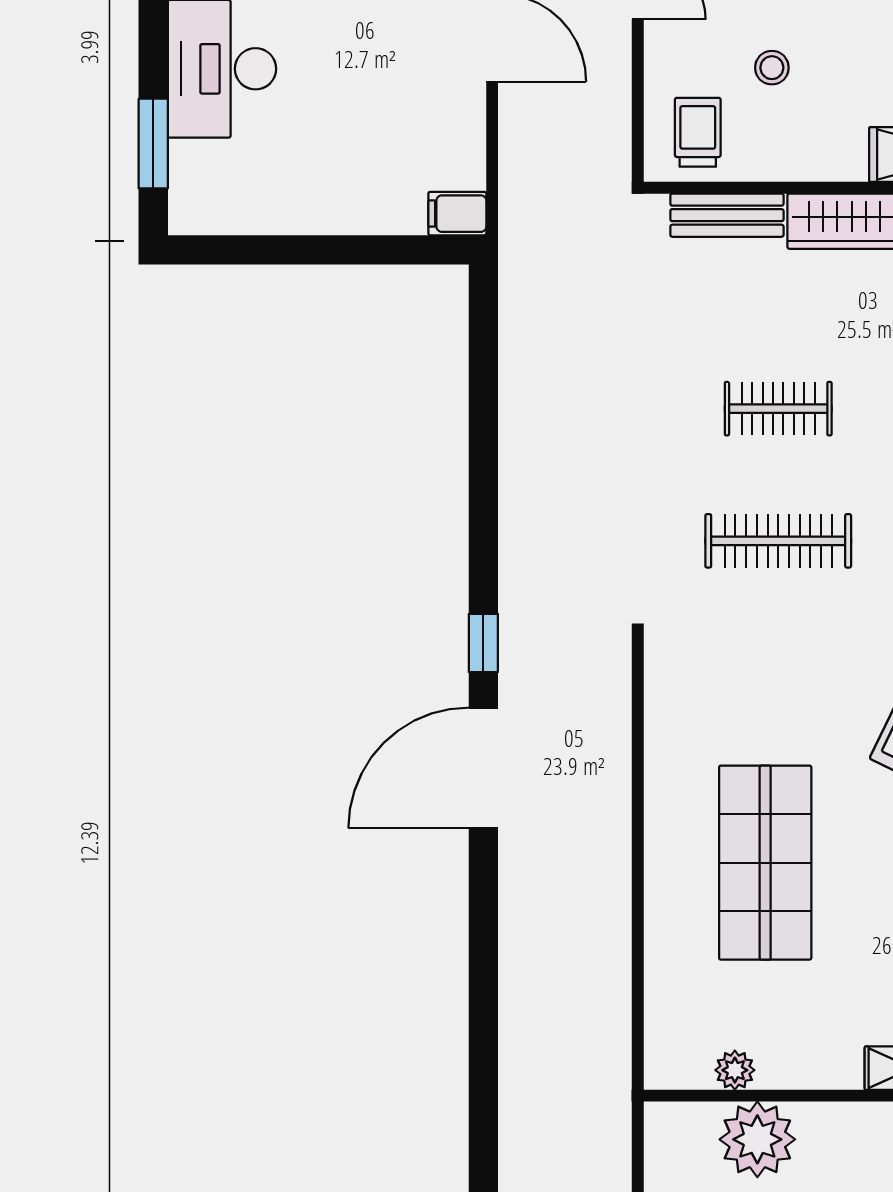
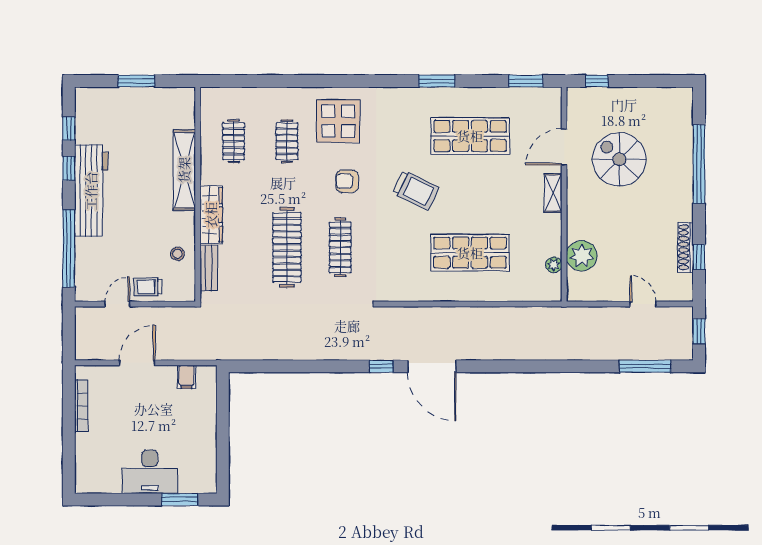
stool: (772, 68) -> (177, 254), moved
trolley: (698, 132) -> (148, 287), moved
filing cabinet: (457, 214) -> (187, 377), moved
clothes rail: (778, 409) -> (287, 247), width x1.86, depth x1.31

